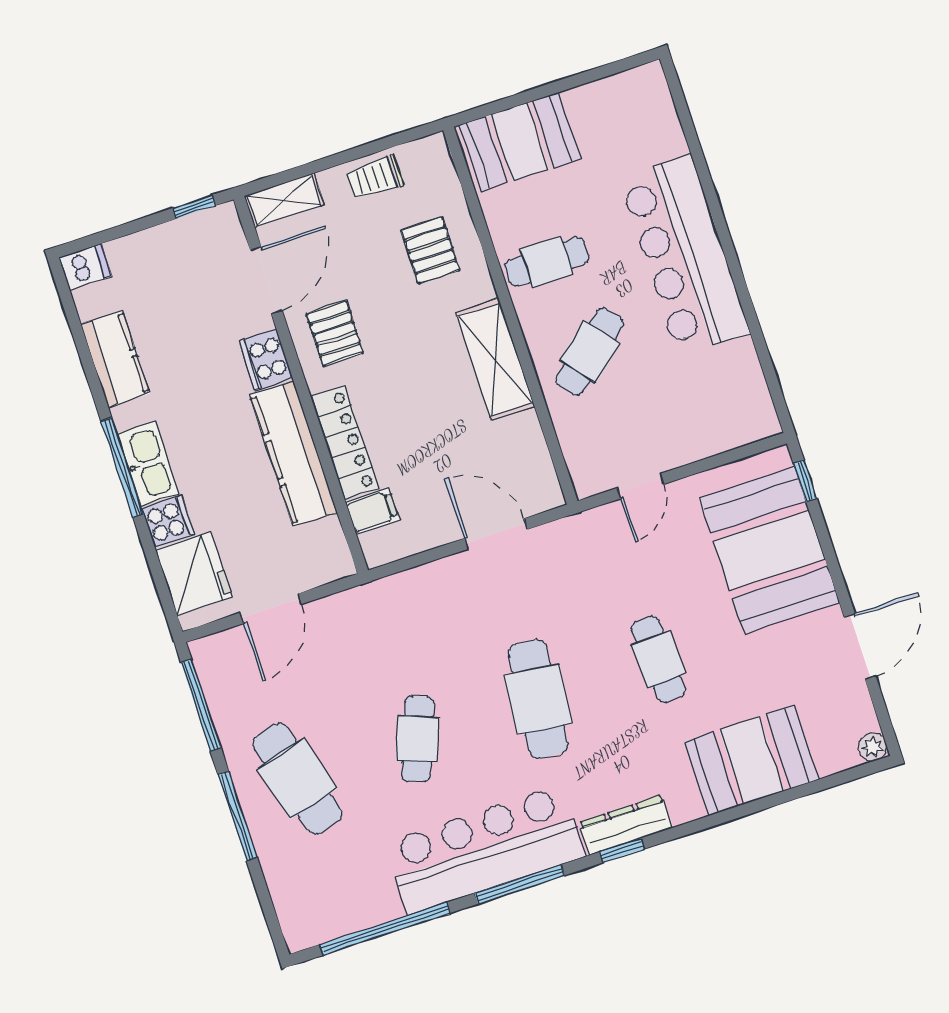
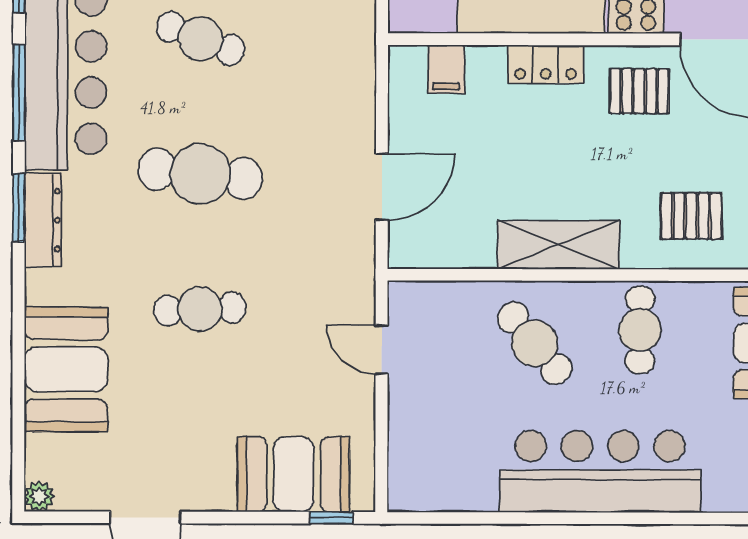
locker: (344, 442) -> (546, 64), width x0.66
booth: (770, 550) -> (293, 474), width x0.73, depth x0.70
window: (622, 850) -> (19, 208), width x1.50

